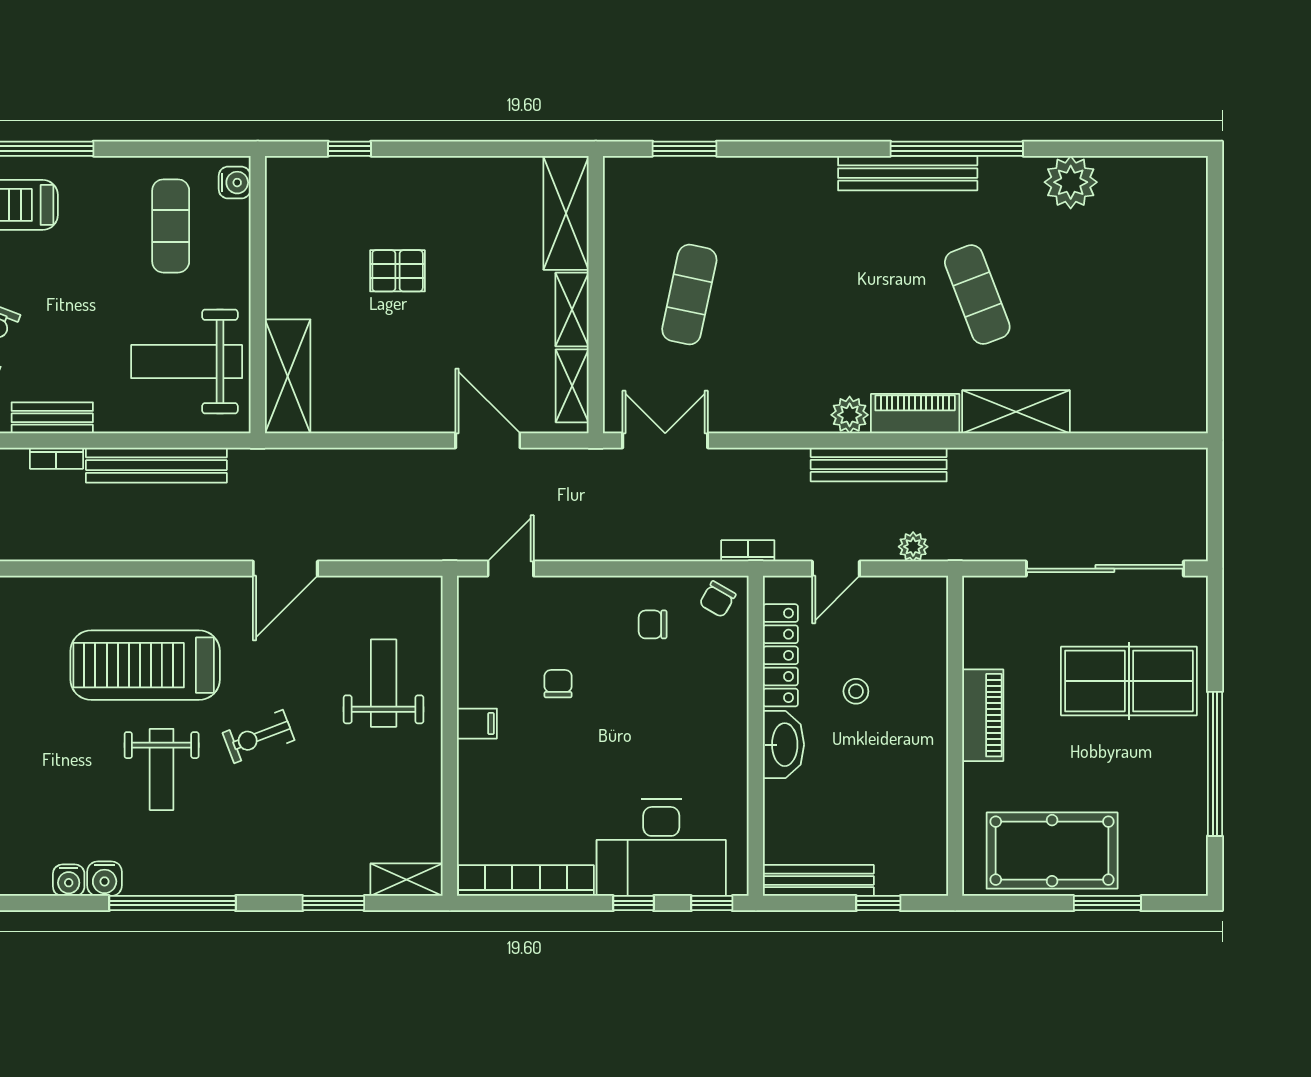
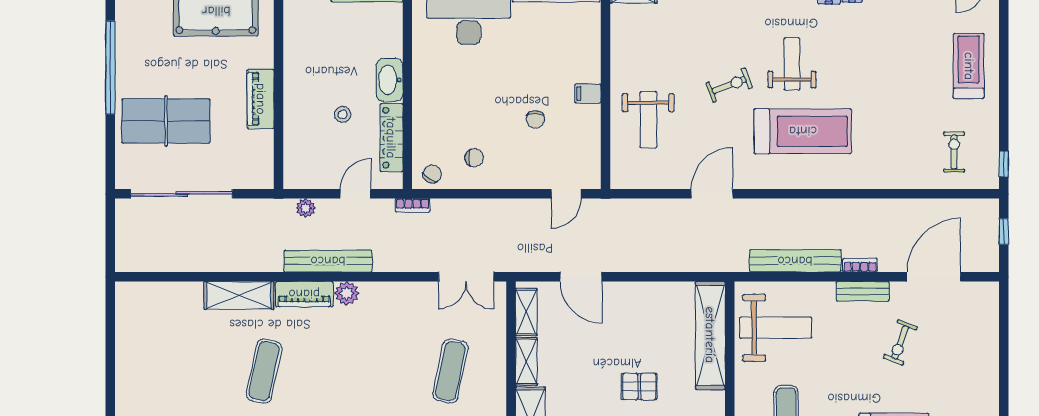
exercise mat: (977, 295) -> (264, 371), turned 33
shelving: (288, 376) -> (710, 335), width x1.47

